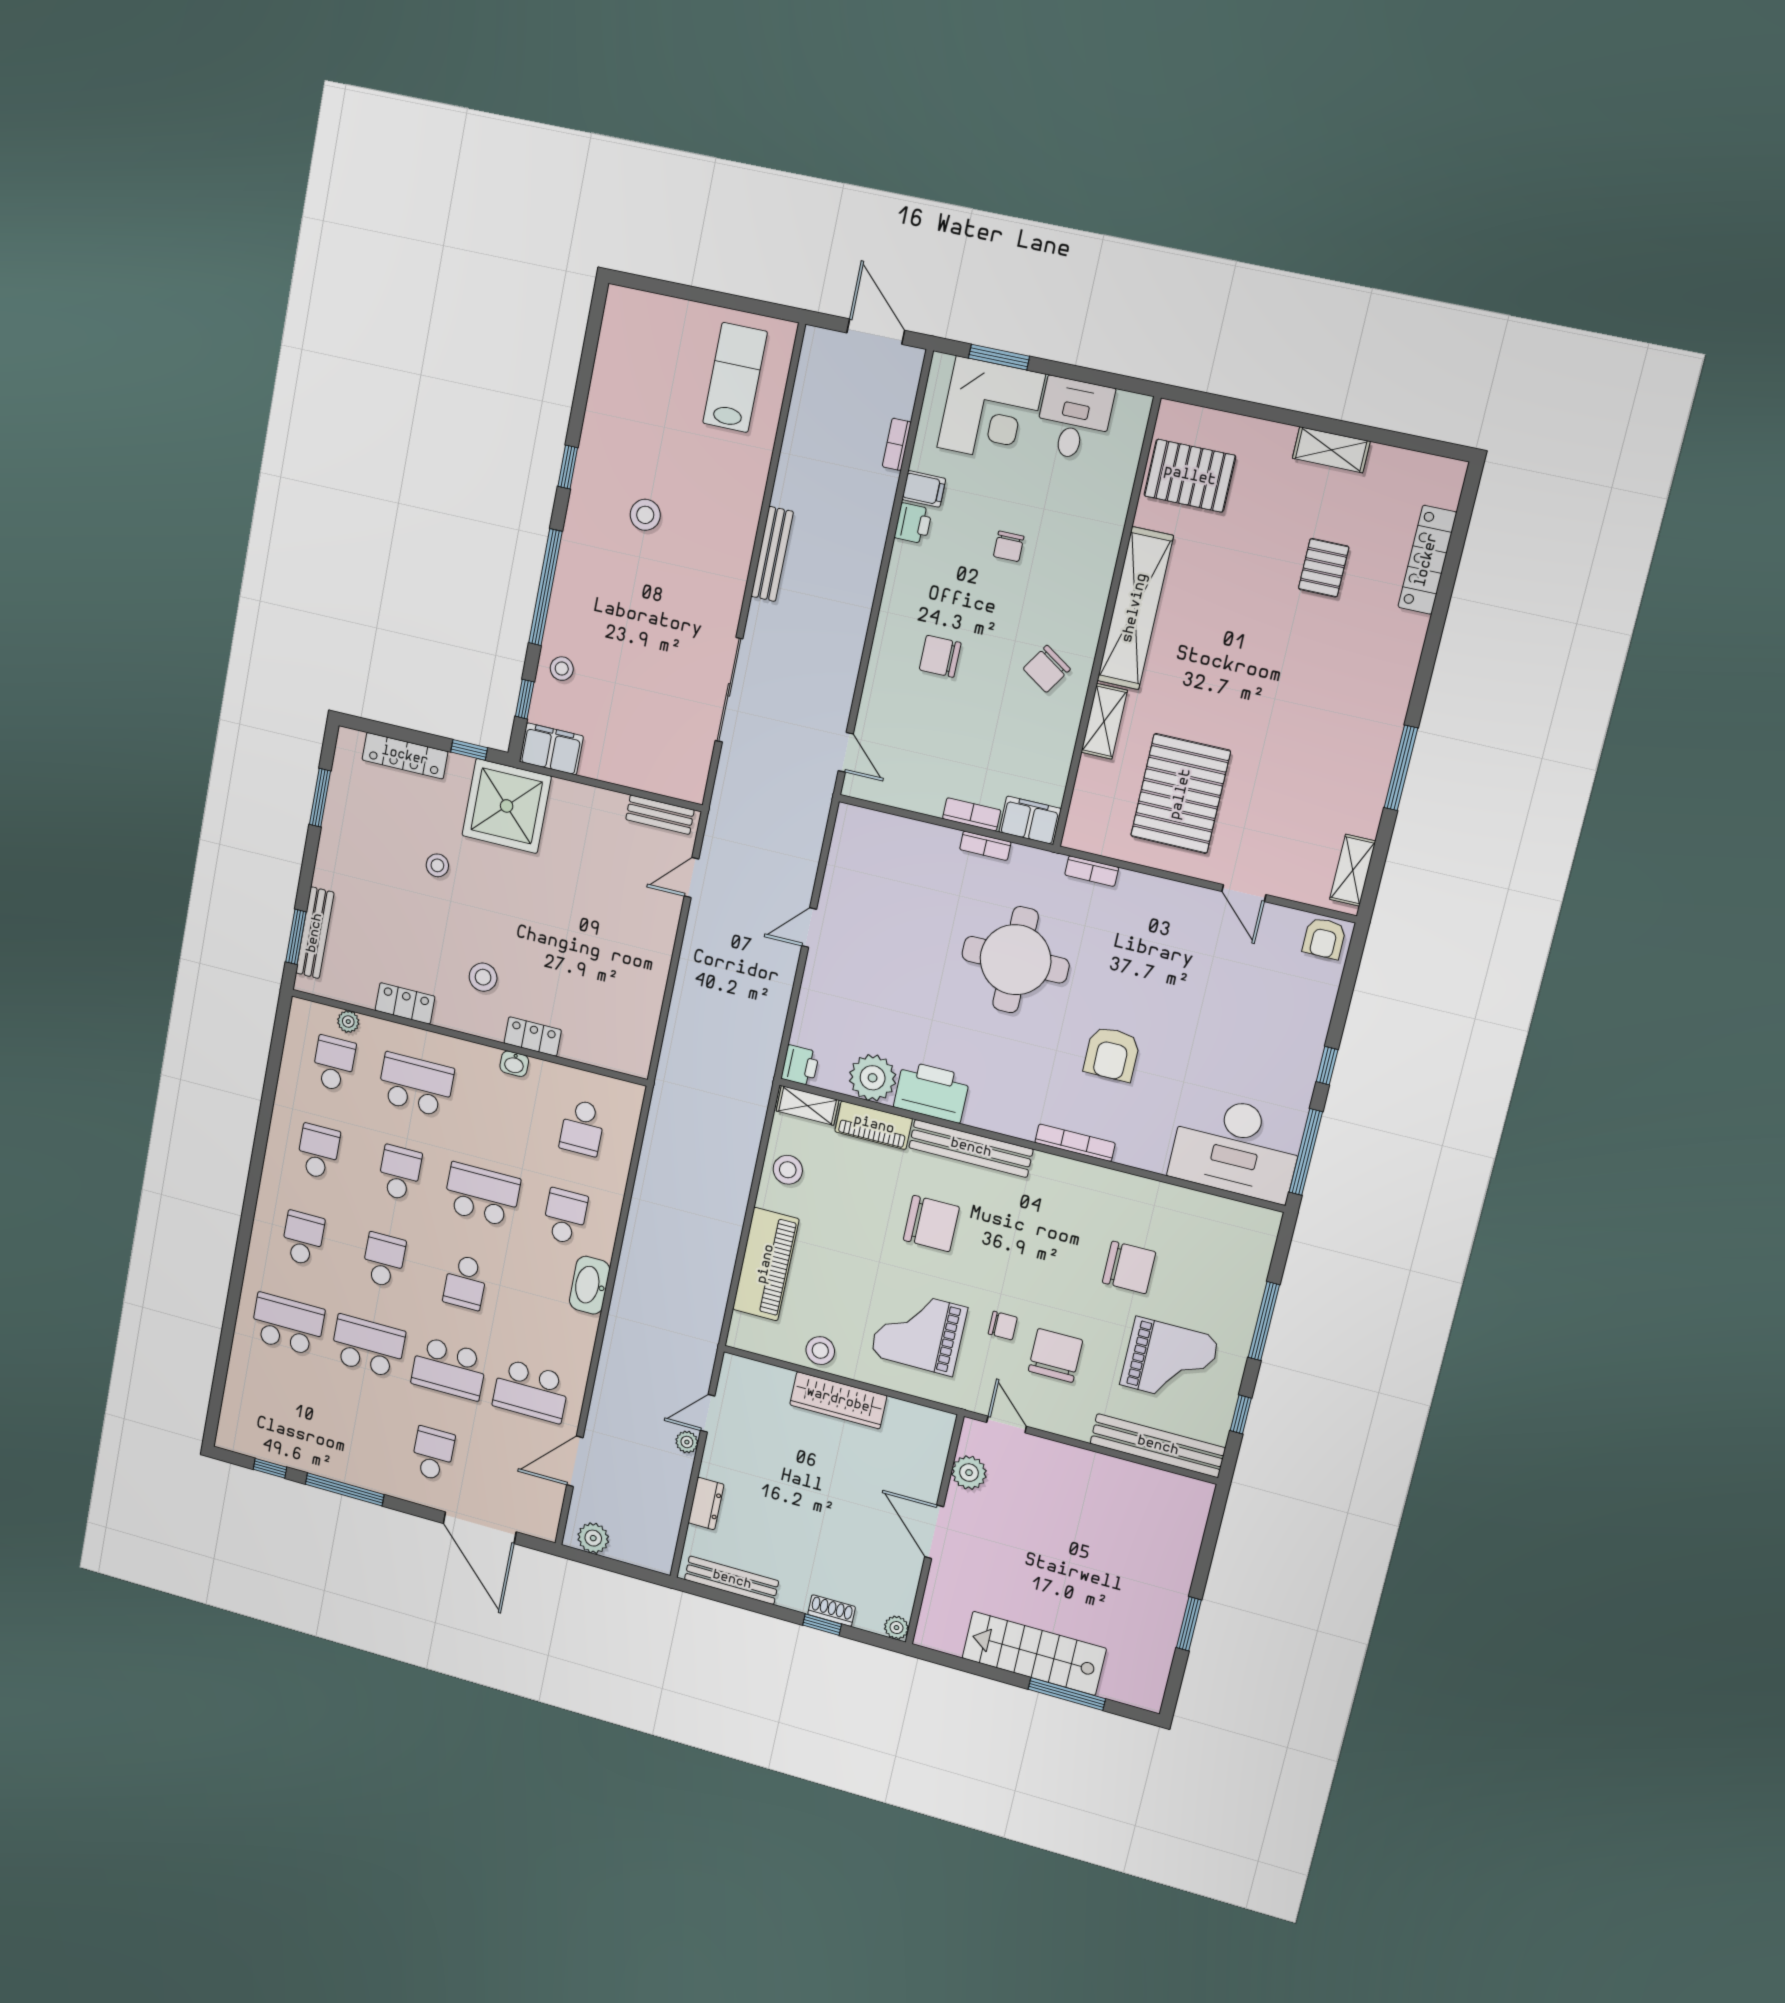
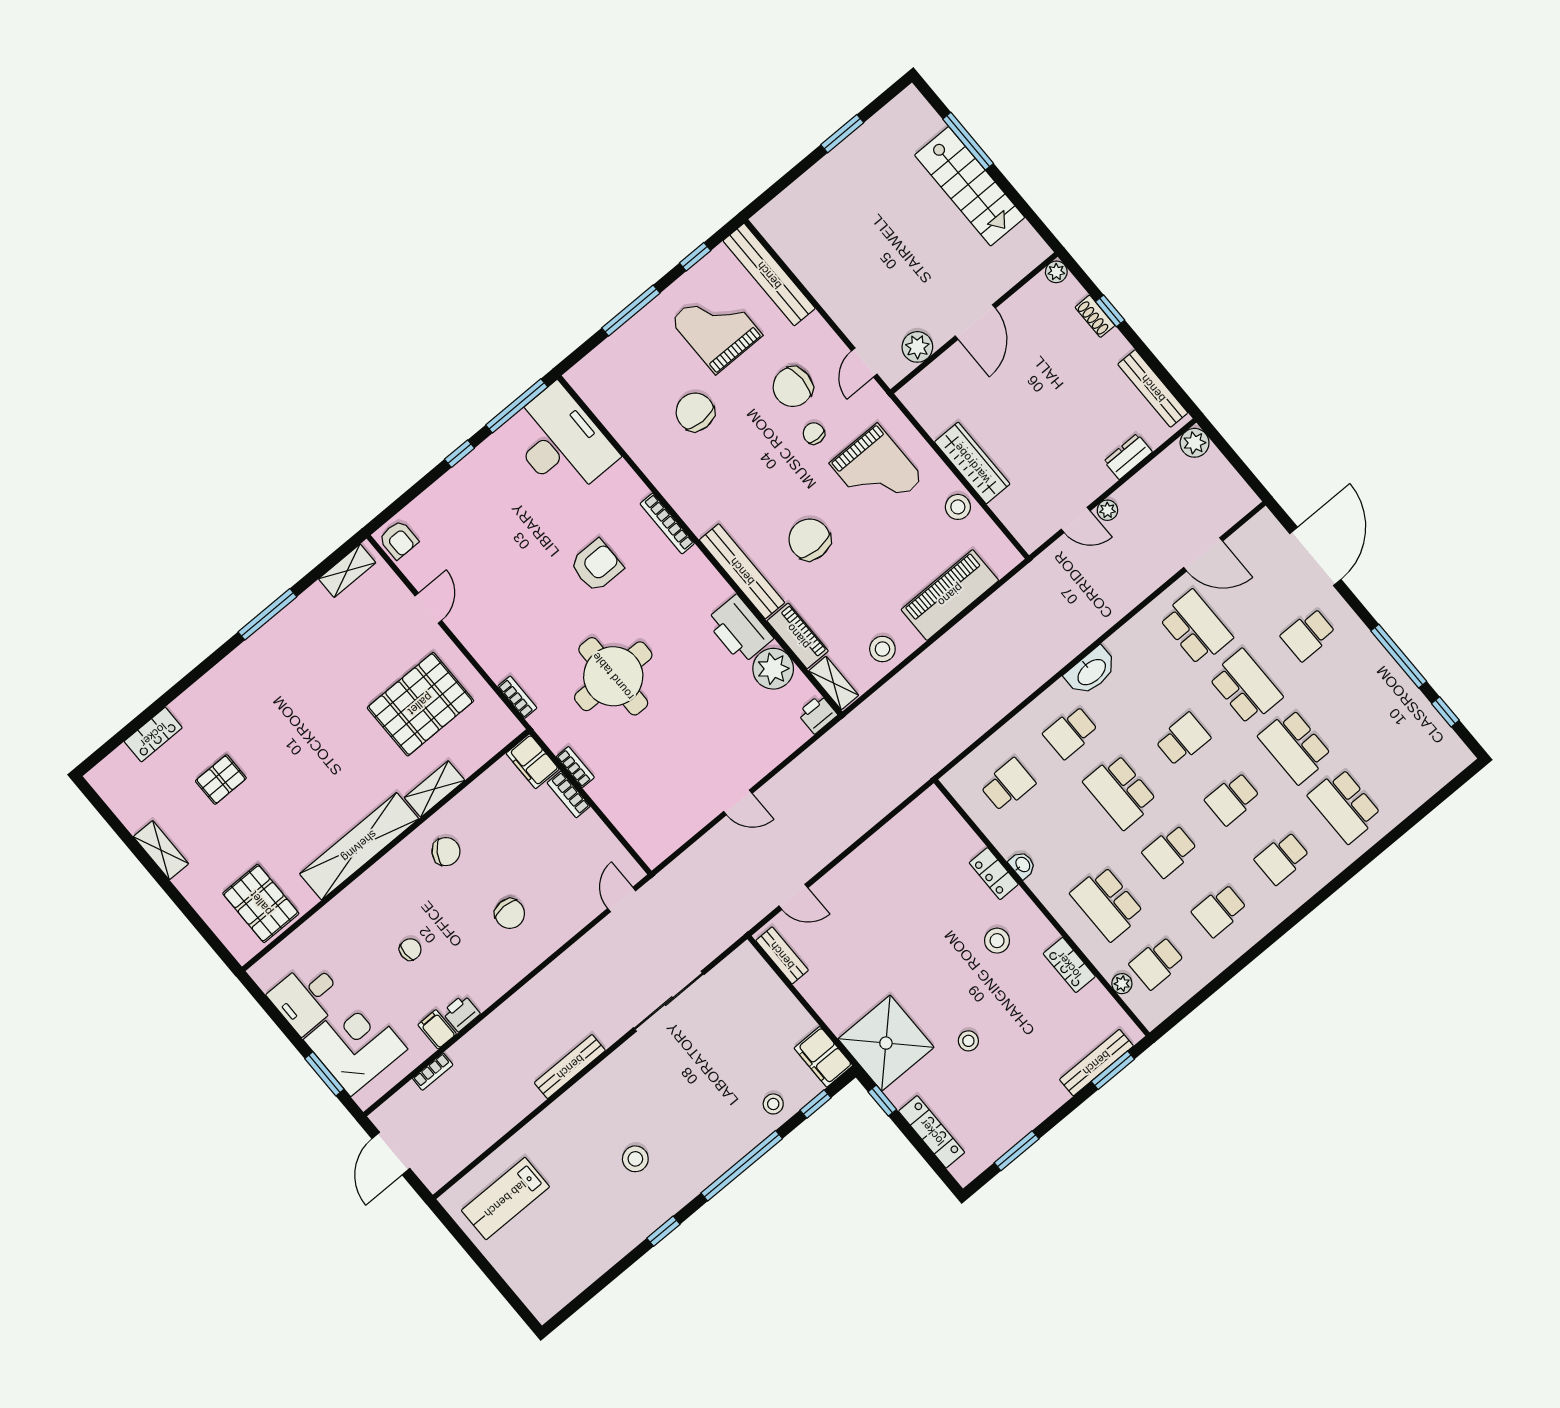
locker: (1427, 560) -> (153, 735), width x0.66
armchair: (1324, 938) -> (399, 540), turned 90
plant: (593, 1538) -> (1195, 443), moved

